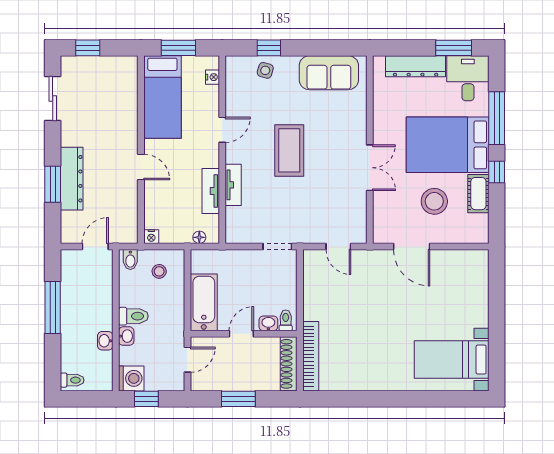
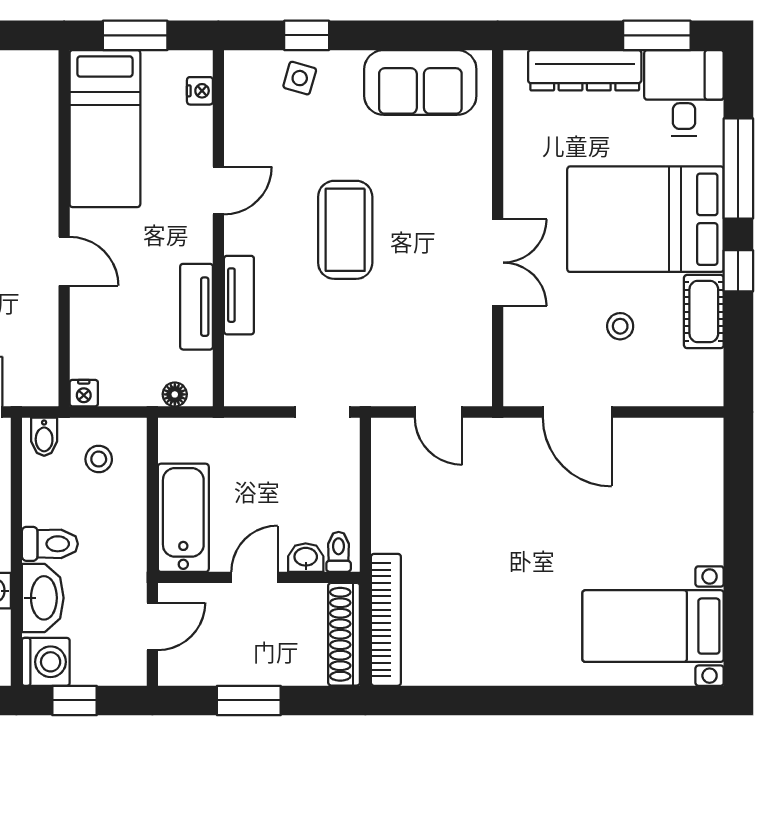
stool: (434, 201) -> (620, 326), width x0.53, depth x0.53
washbasin: (126, 336) -> (43, 598), width x1.91, depth x1.45

